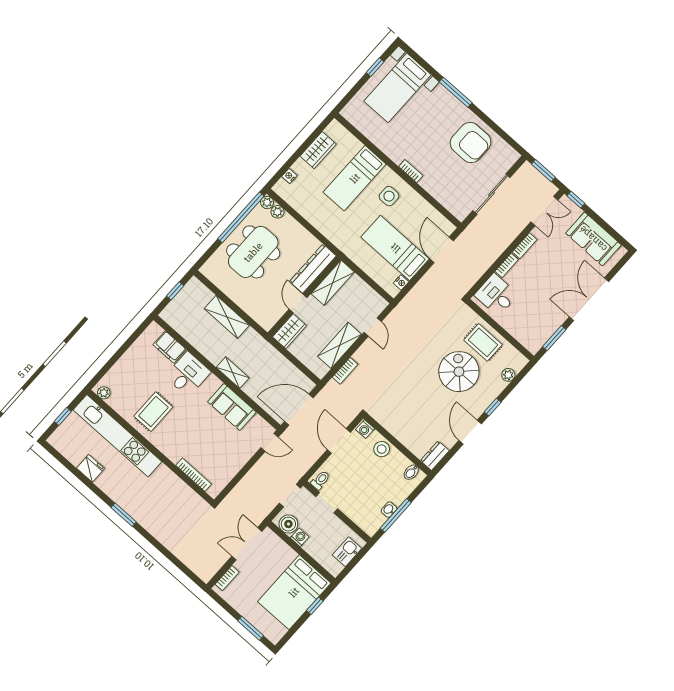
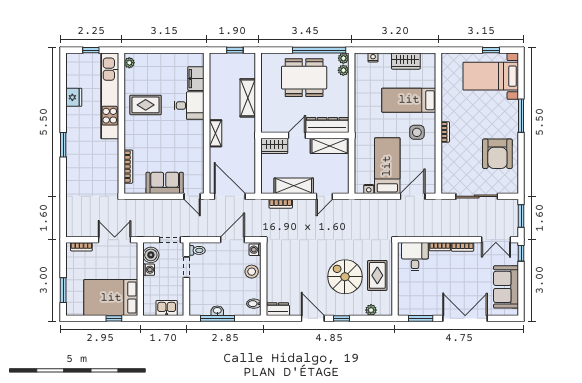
spiral stairs: (459, 372) -> (345, 277), turned -90
sofa: (232, 407) -> (165, 183), moved, turned 90
door: (470, 432) -> (313, 318), hinge flipped

